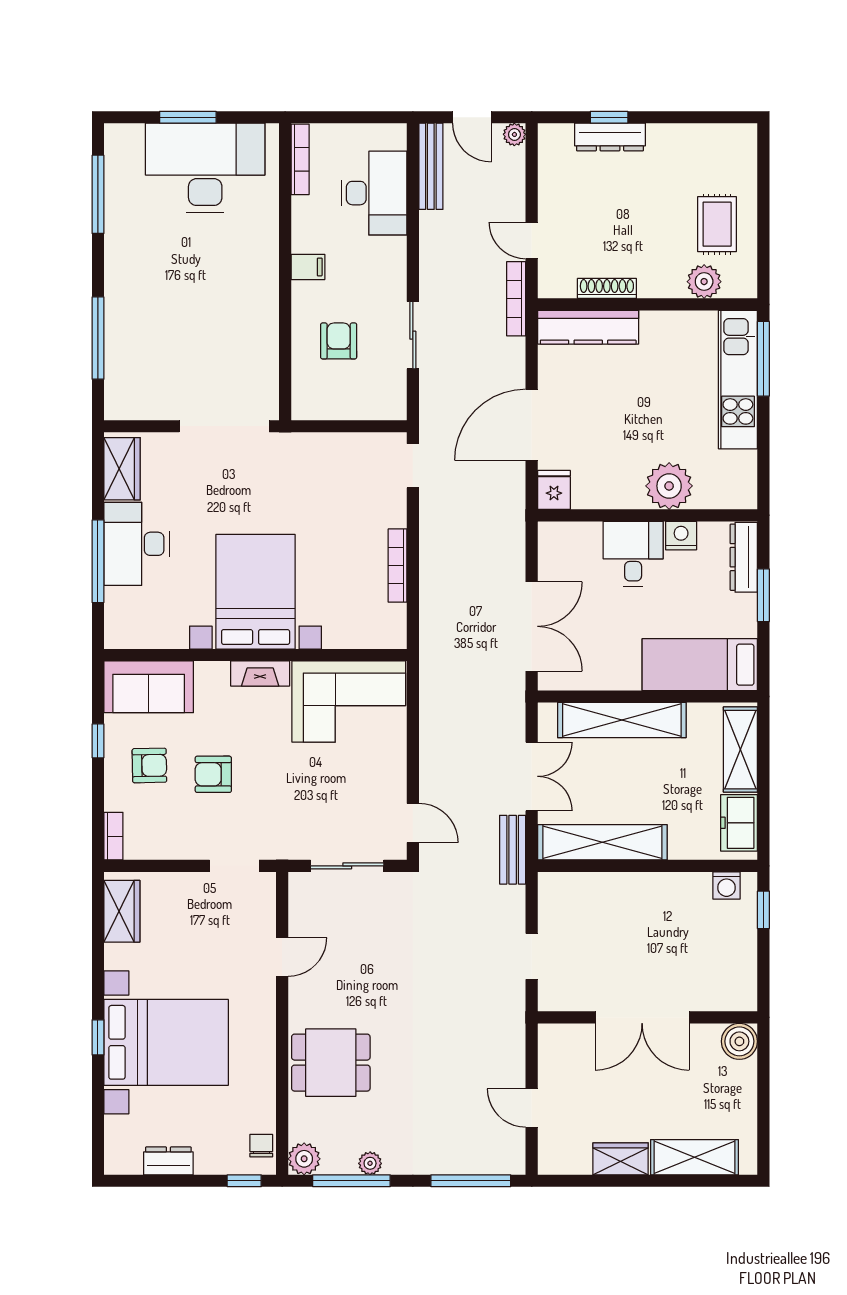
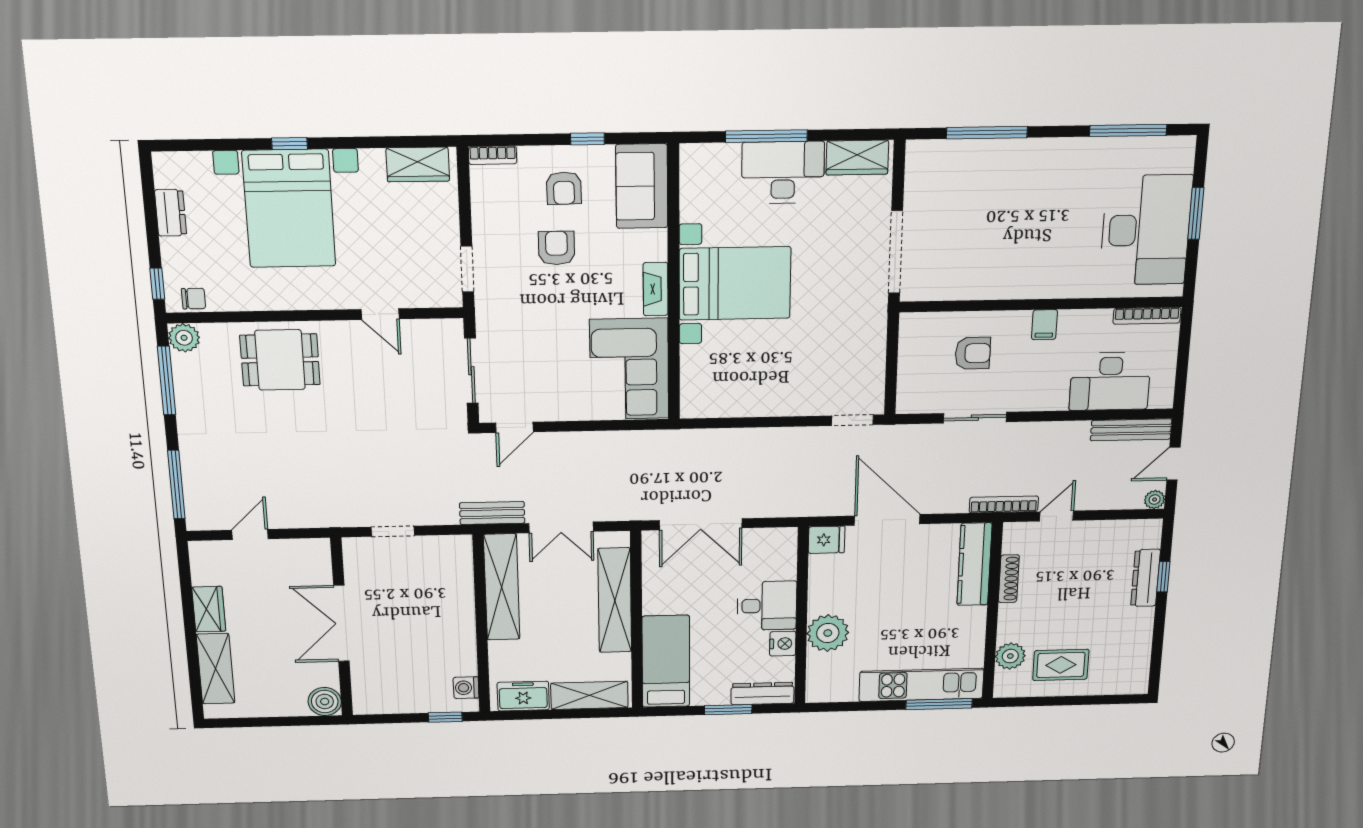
bookcase: (398, 566) -> (759, 409), removed
dining table: (331, 1063) -> (280, 360), turned 90
plant: (370, 1163) -> (185, 397), removed

